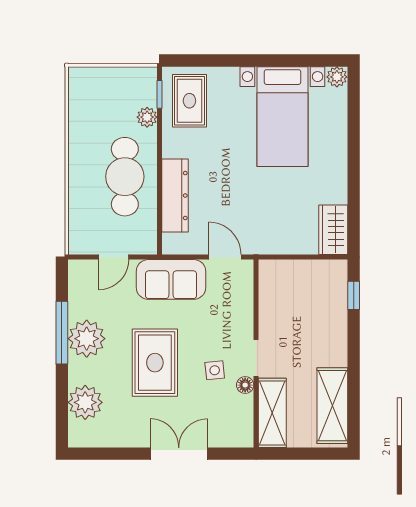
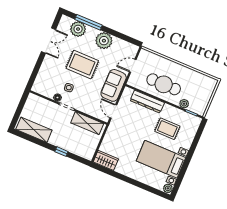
rug: (189, 101) -> (167, 129), moved
door: (114, 257) -> (133, 66), hinge flipped
door: (225, 257) -> (113, 111), swing flipped
window: (354, 295) -> (61, 152), moved
window: (62, 333) -> (89, 22), moved
shelving: (272, 413) -> (87, 123), moved
double door: (179, 454) -> (48, 41), moved

